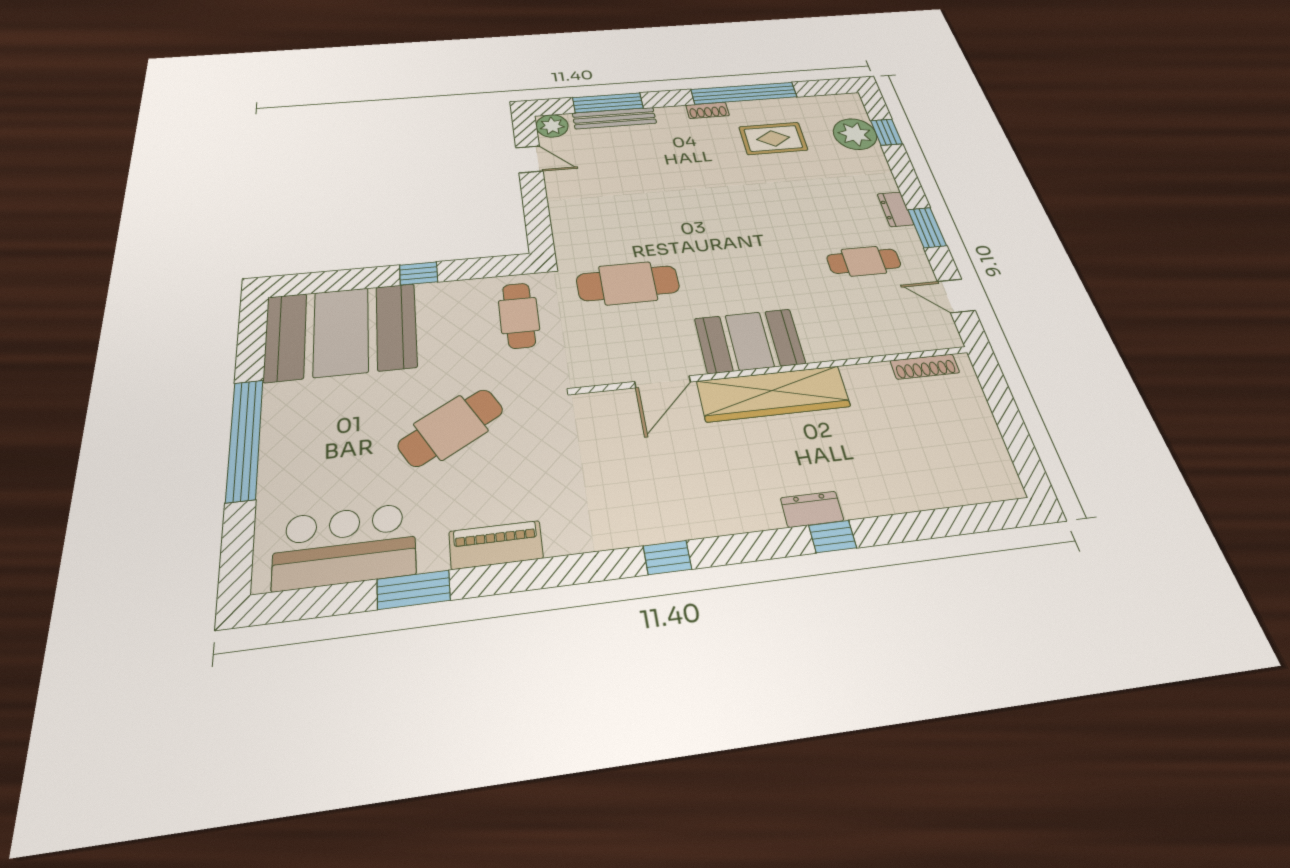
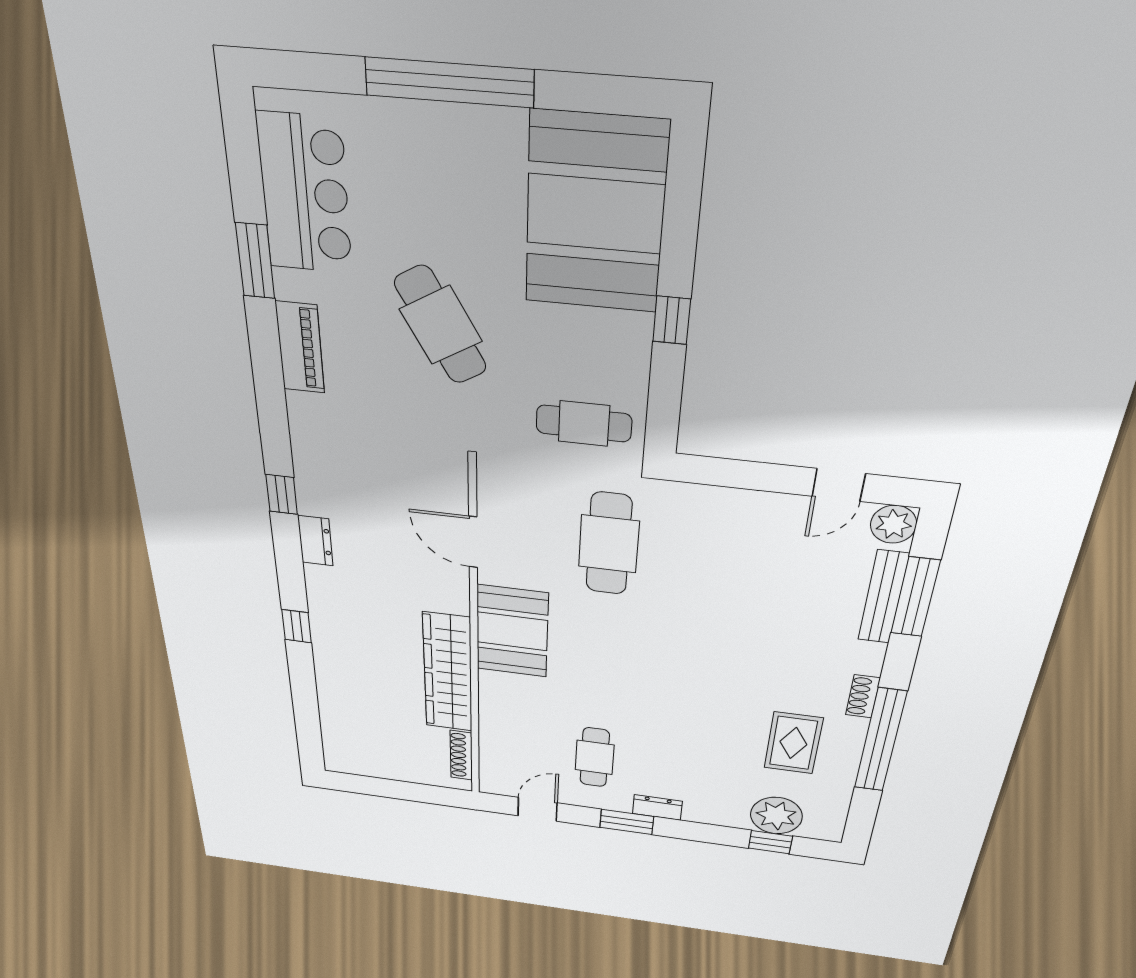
wardrobe: (773, 394) -> (448, 673), moved
dresser: (812, 509) -> (315, 541), moved

